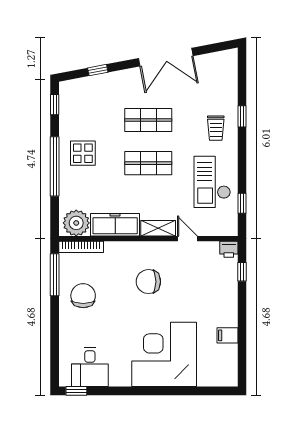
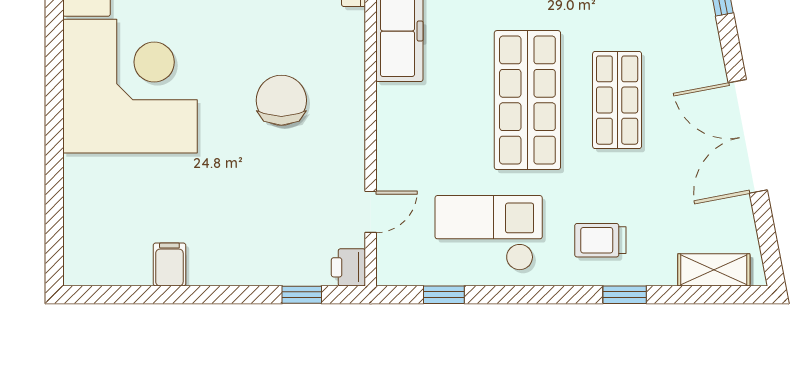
shop shelf: (148, 163) -> (527, 100), width x1.43, depth x1.36
shelving: (158, 228) -> (714, 270), moved, turned 90
door: (187, 239) -> (371, 212), moved
corner desk: (164, 354) -> (130, 86), moved

